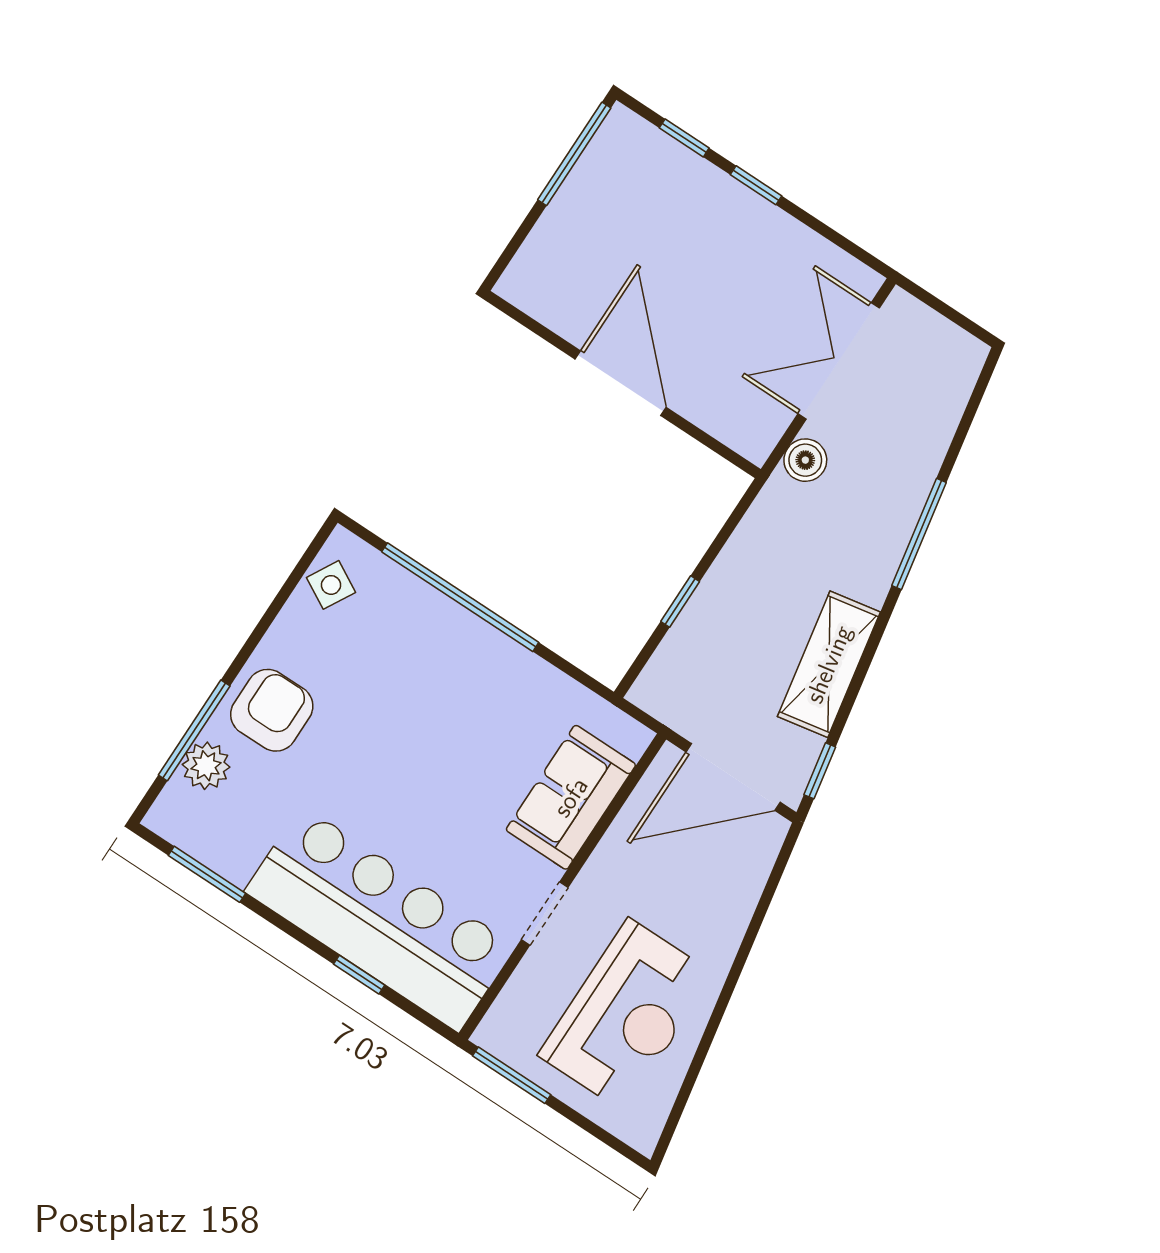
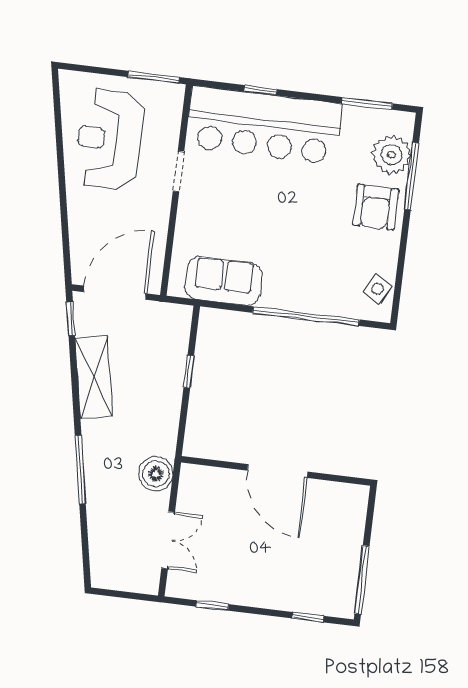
window: (756, 185) -> (212, 605), moved
double door: (839, 361) -> (168, 540), width x0.73
boiler: (805, 460) -> (156, 474), width x1.36, depth x1.36
plant: (206, 766) -> (392, 155), width x1.36, depth x1.36
sofa: (571, 797) -> (223, 281), moved, turned -90

